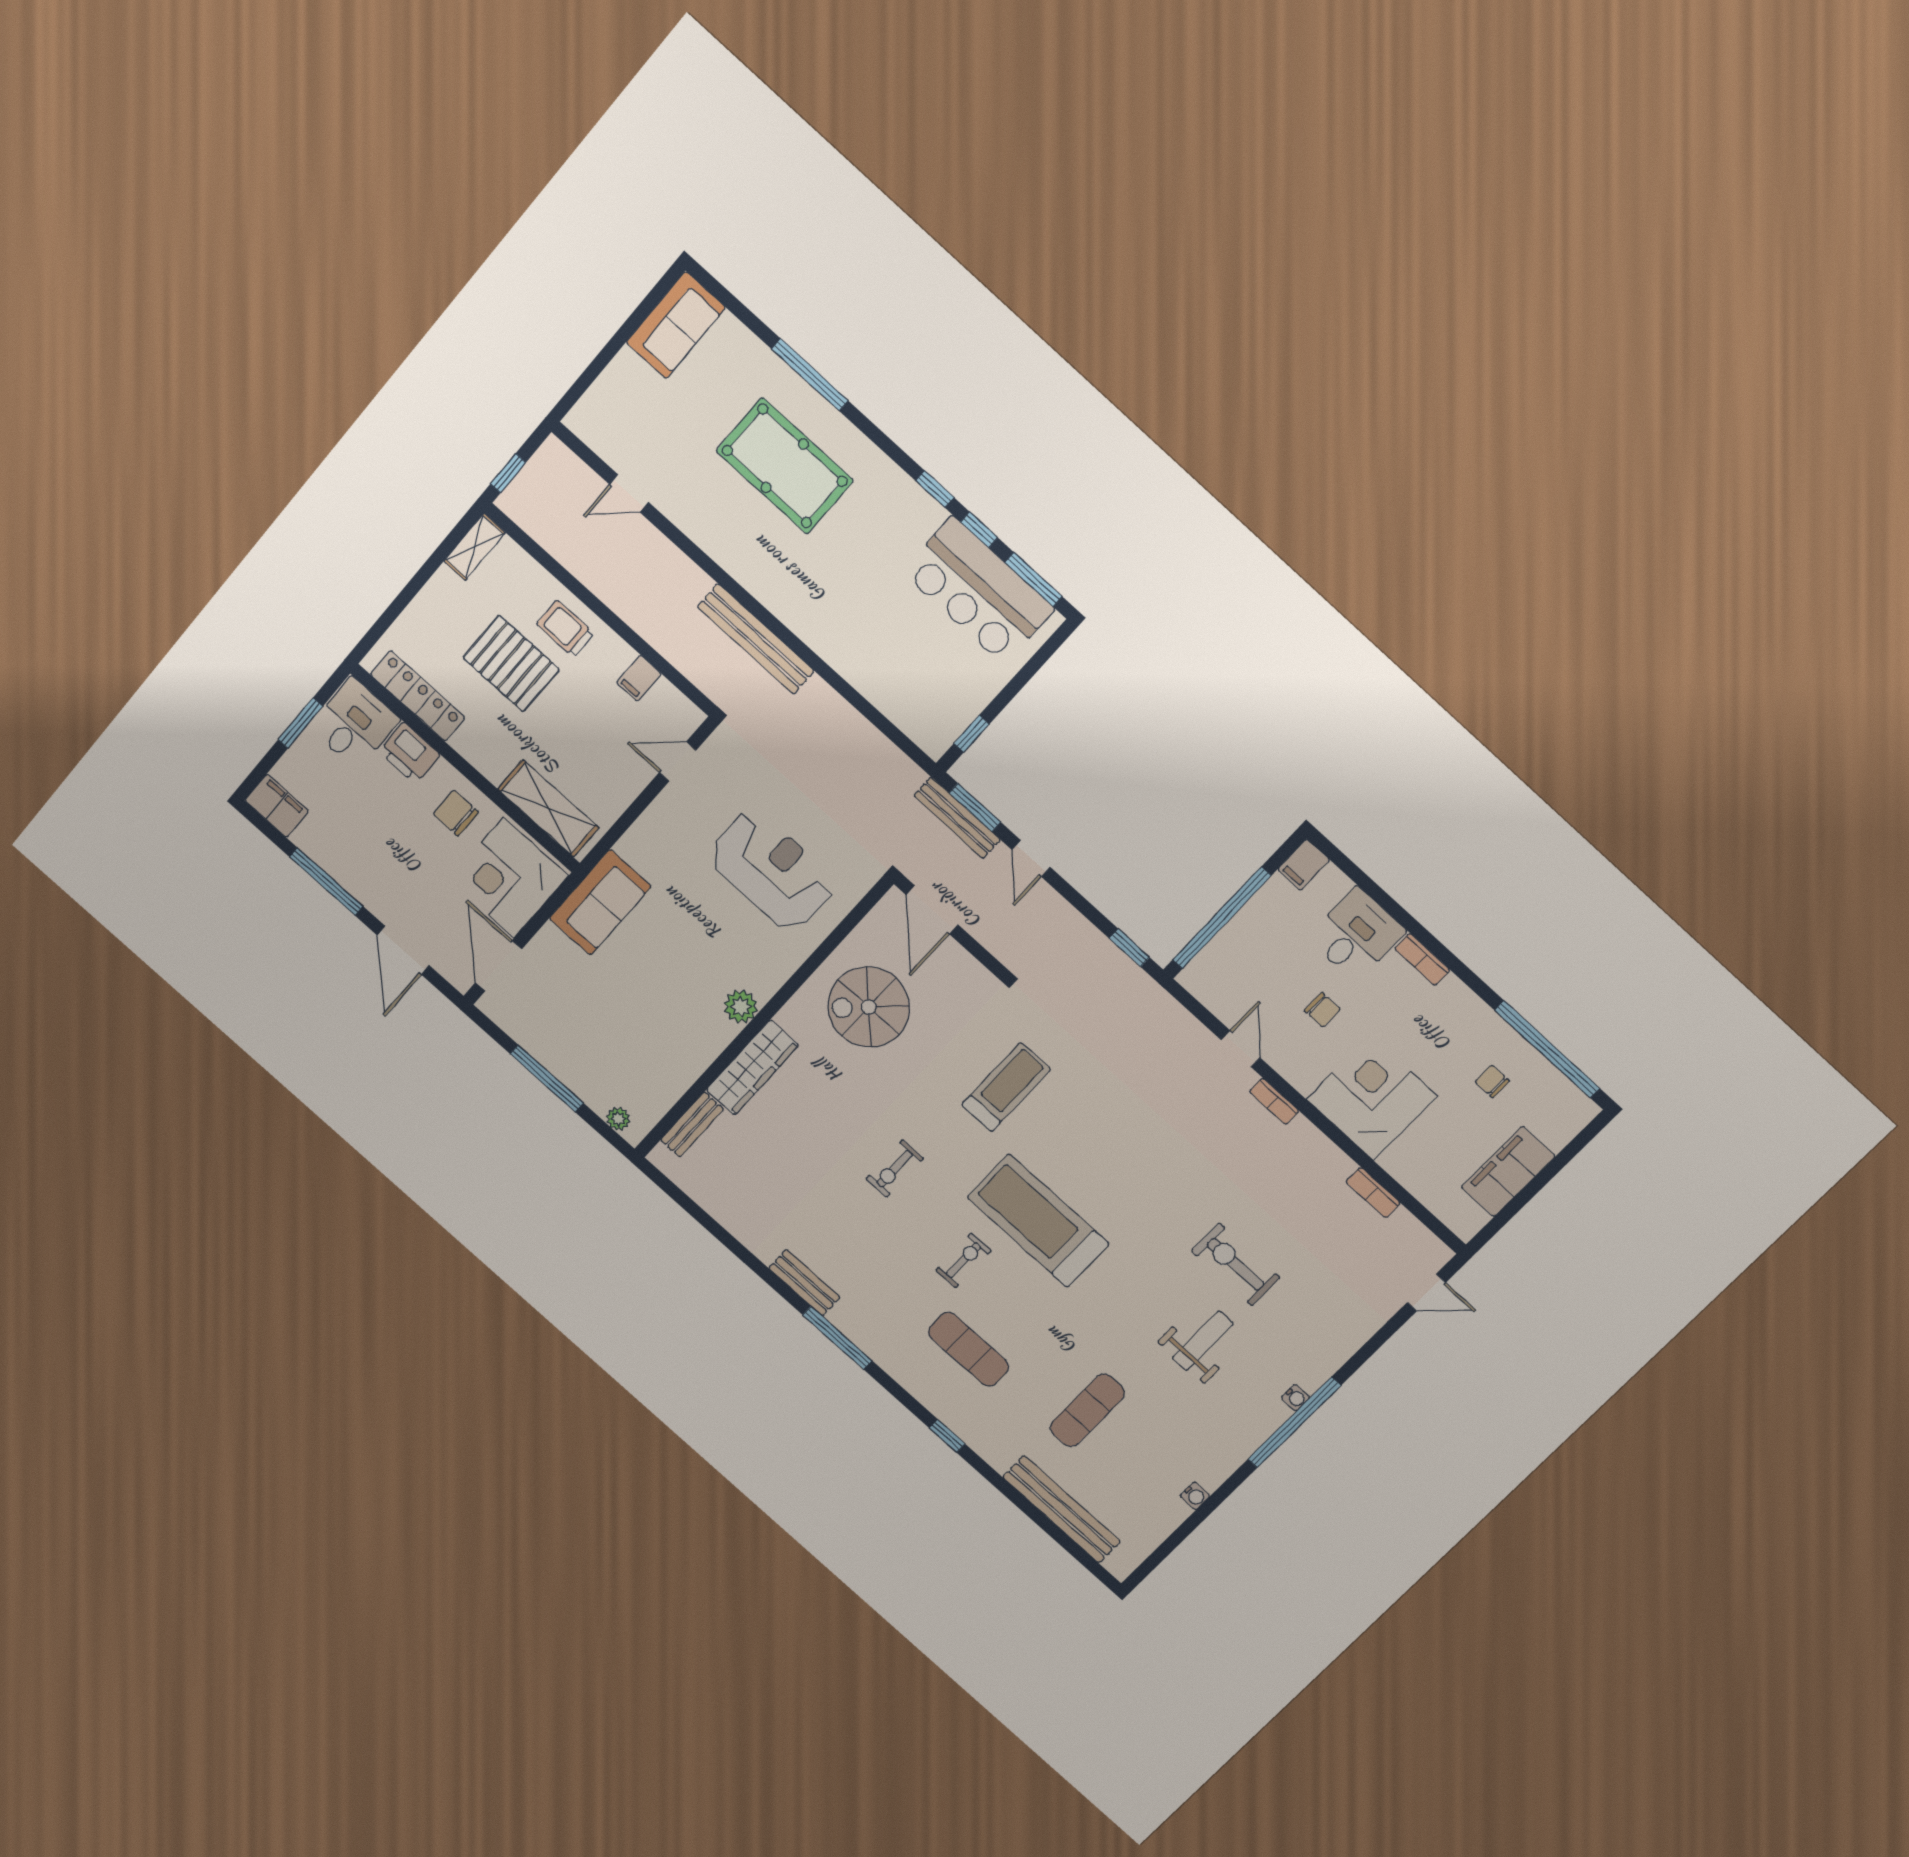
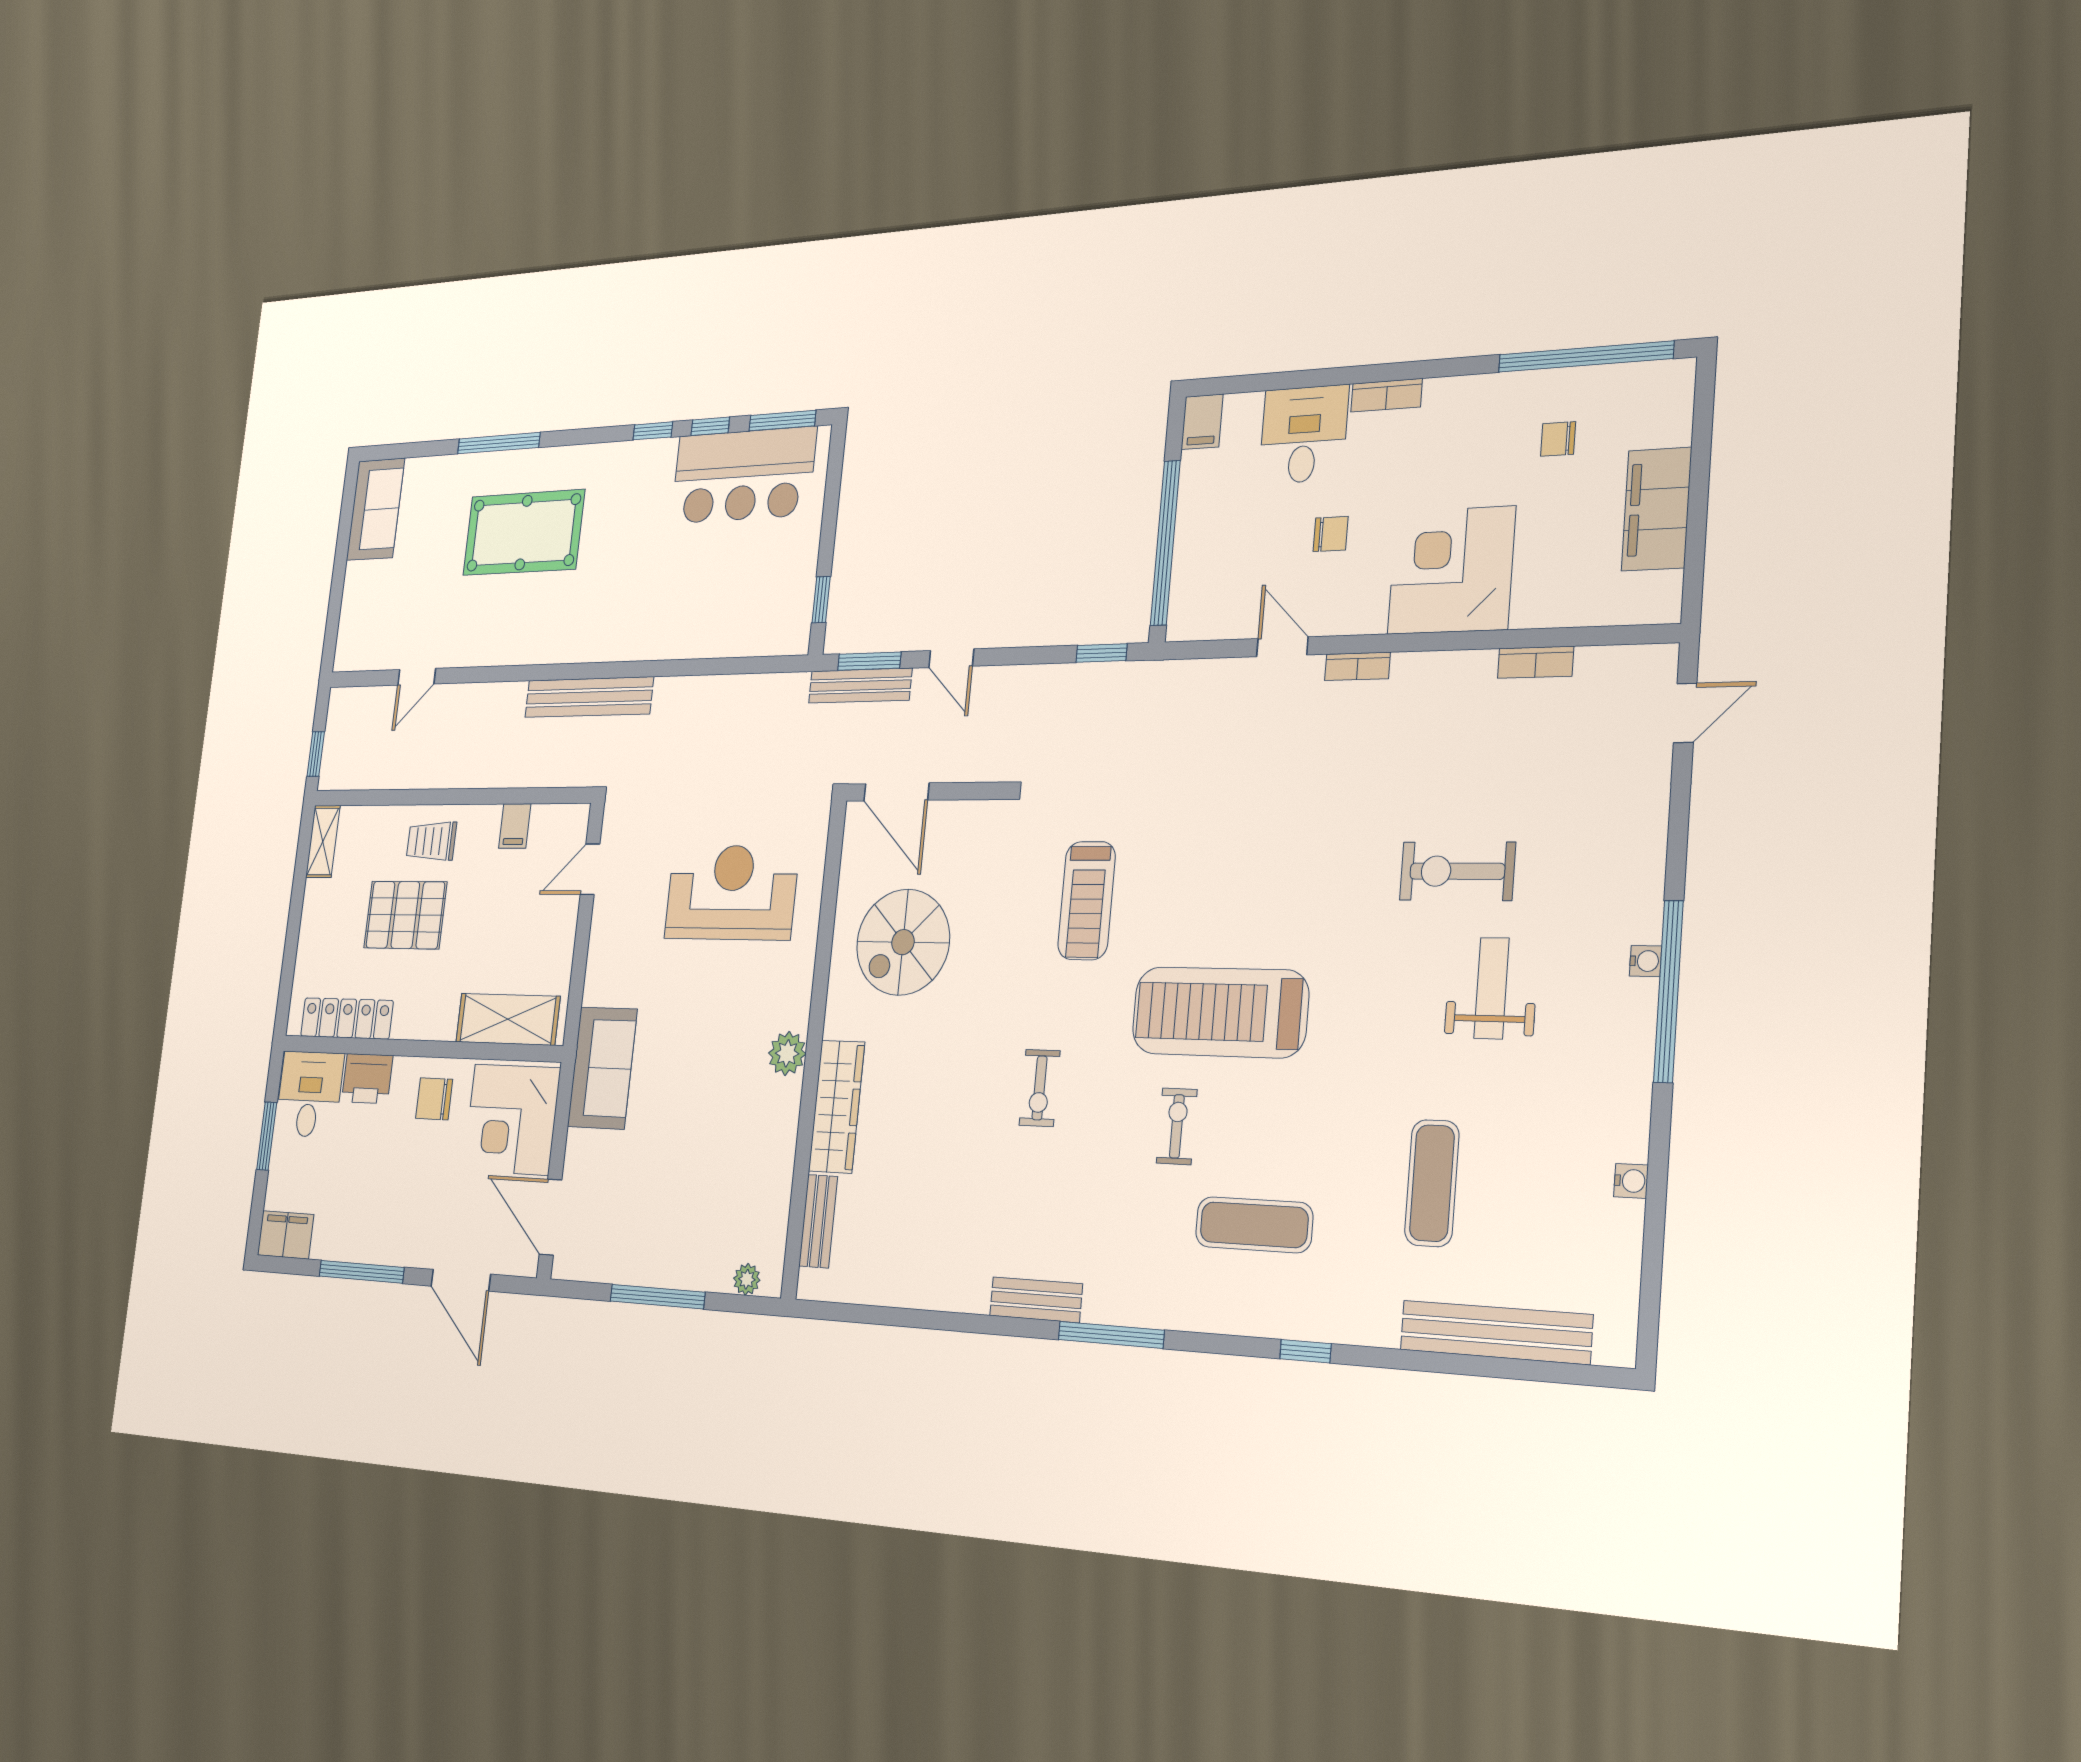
treadmill: (1006, 1087) -> (1087, 901), turned 180

